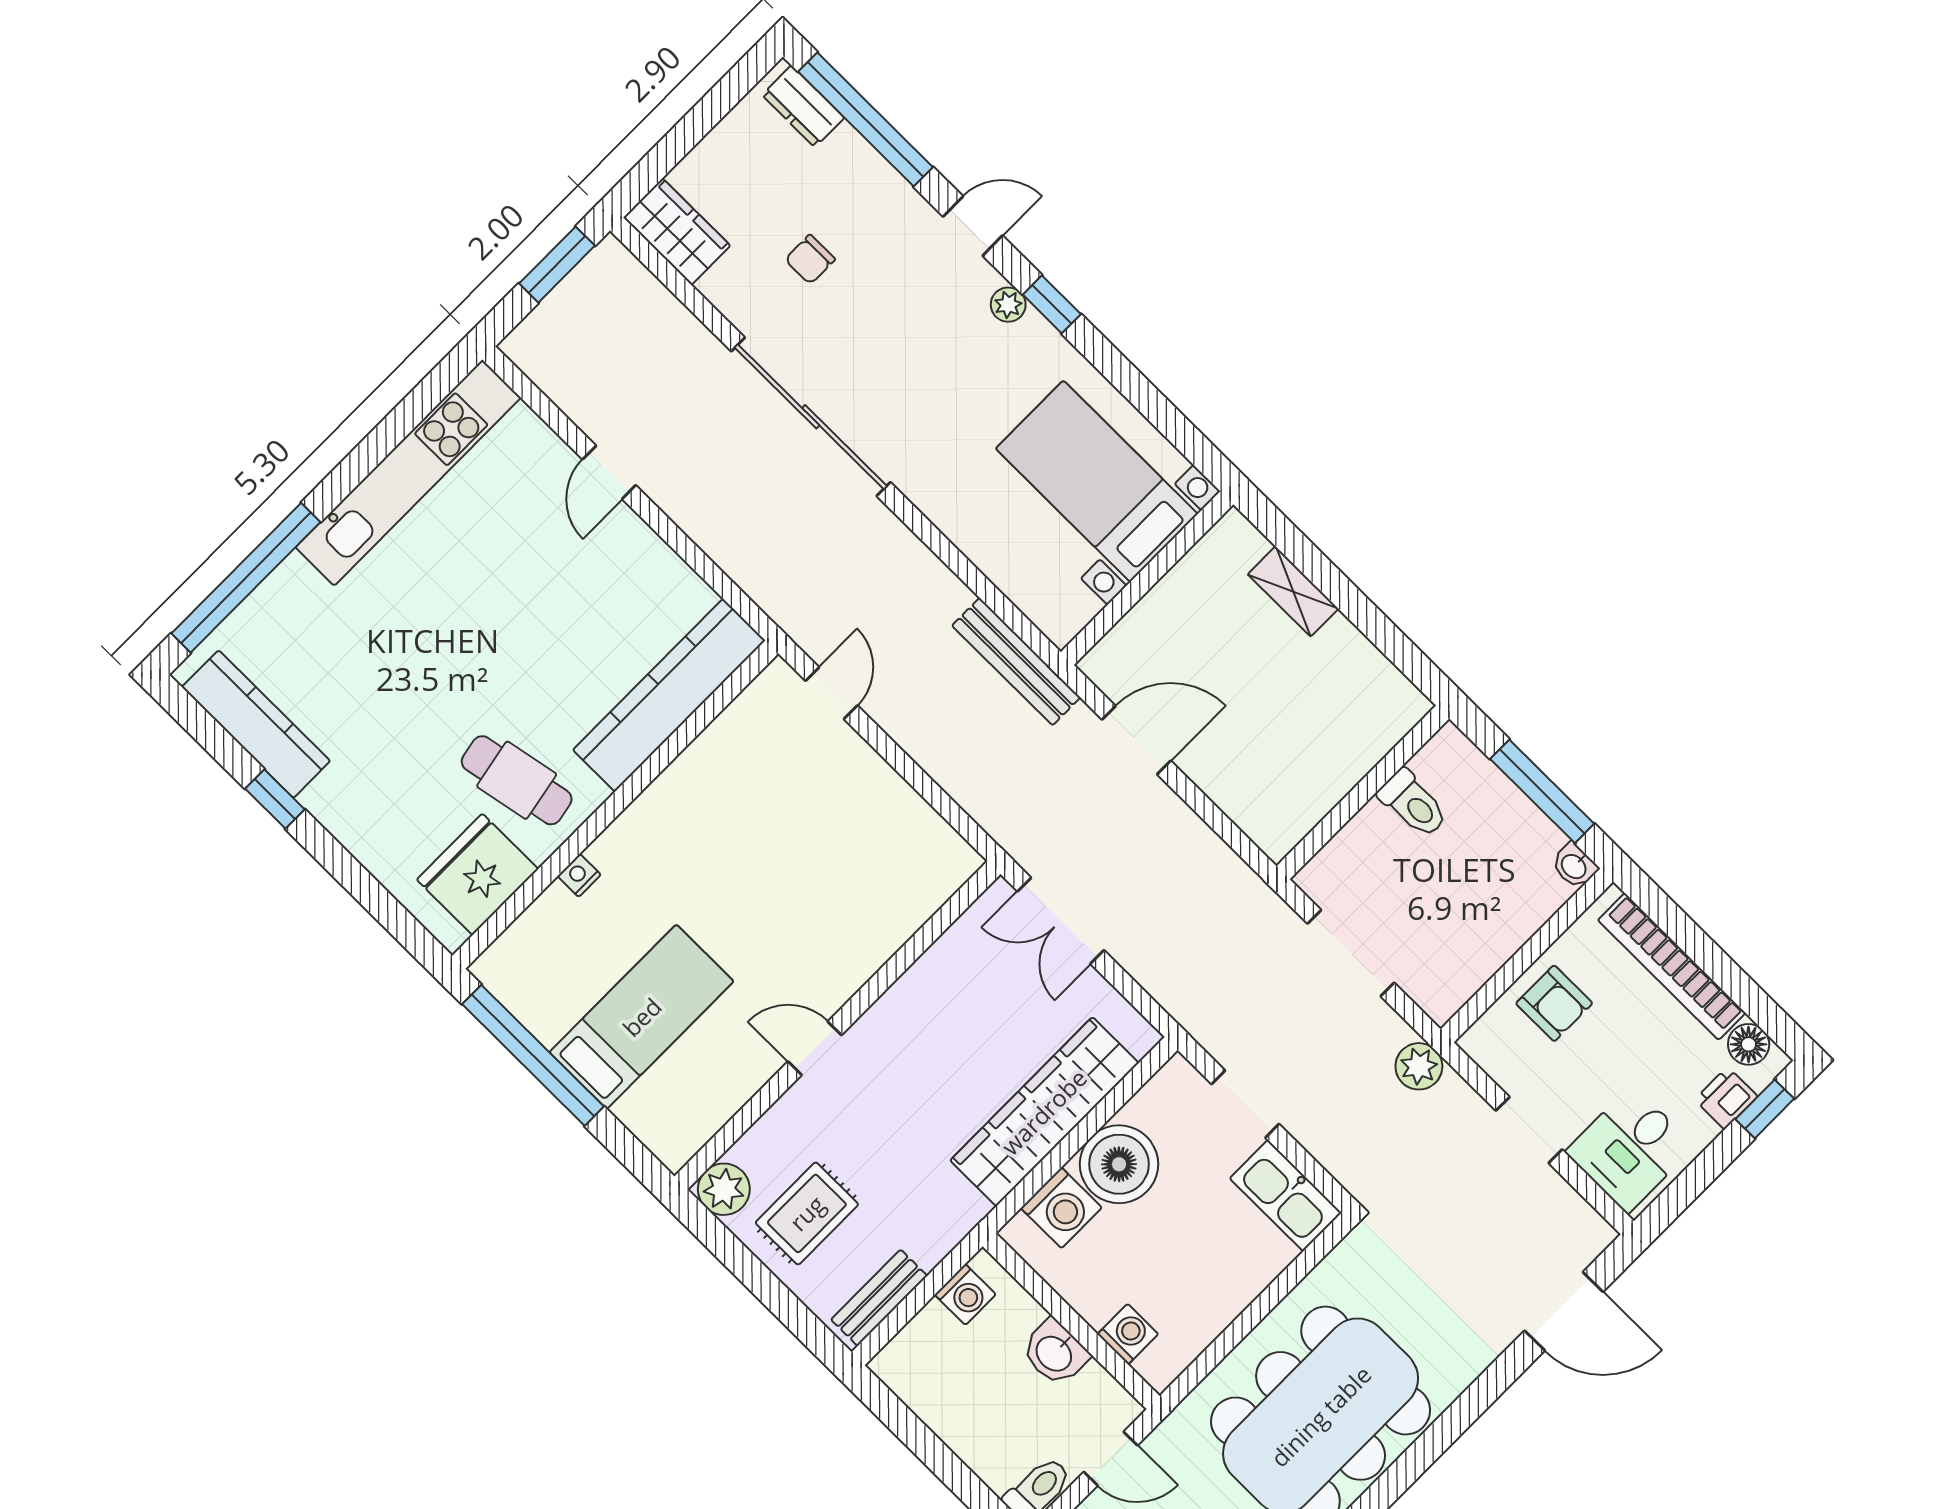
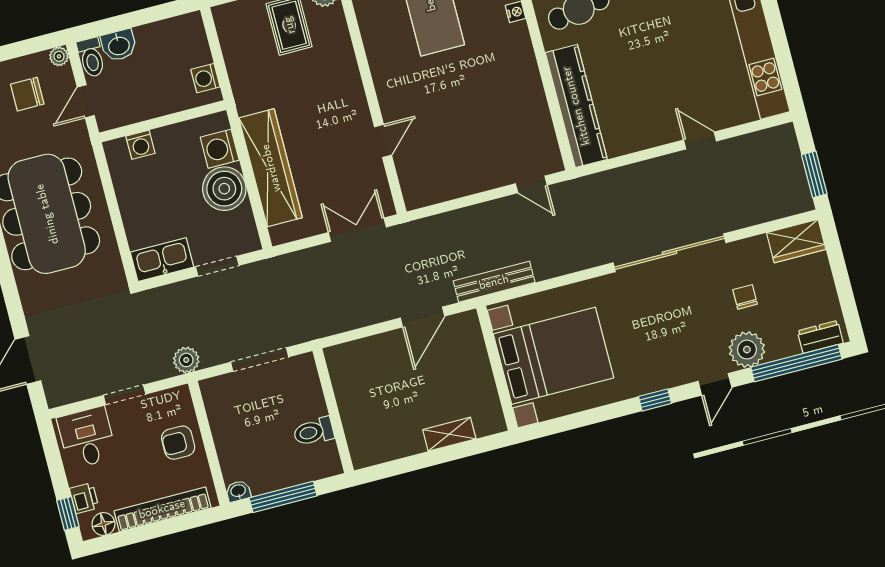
plant: (1008, 305) -> (747, 350), moved, width x1.88, depth x1.88
bed with nightstands: (1097, 481) -> (554, 356), width x1.36
door: (815, 1048) -> (383, 141), moved
bench: (879, 1298) -> (228, 36), removed
washbasin: (1055, 1353) -> (119, 45), moved, turned 180

